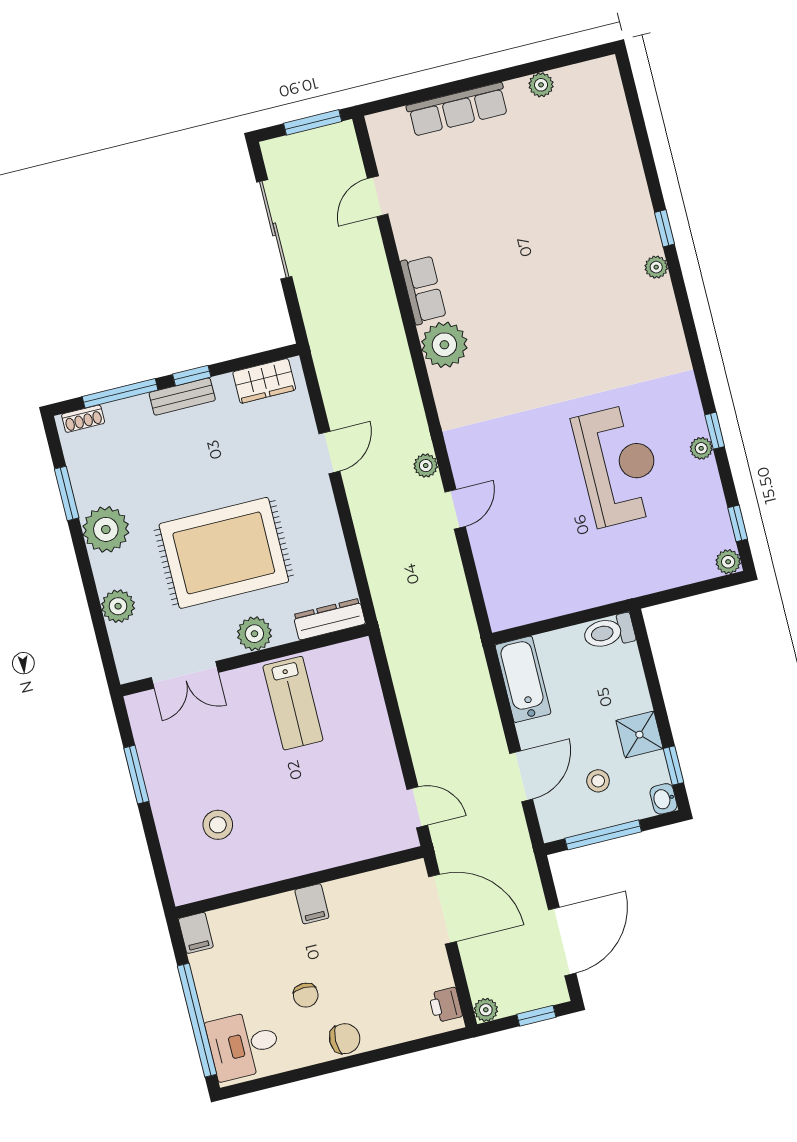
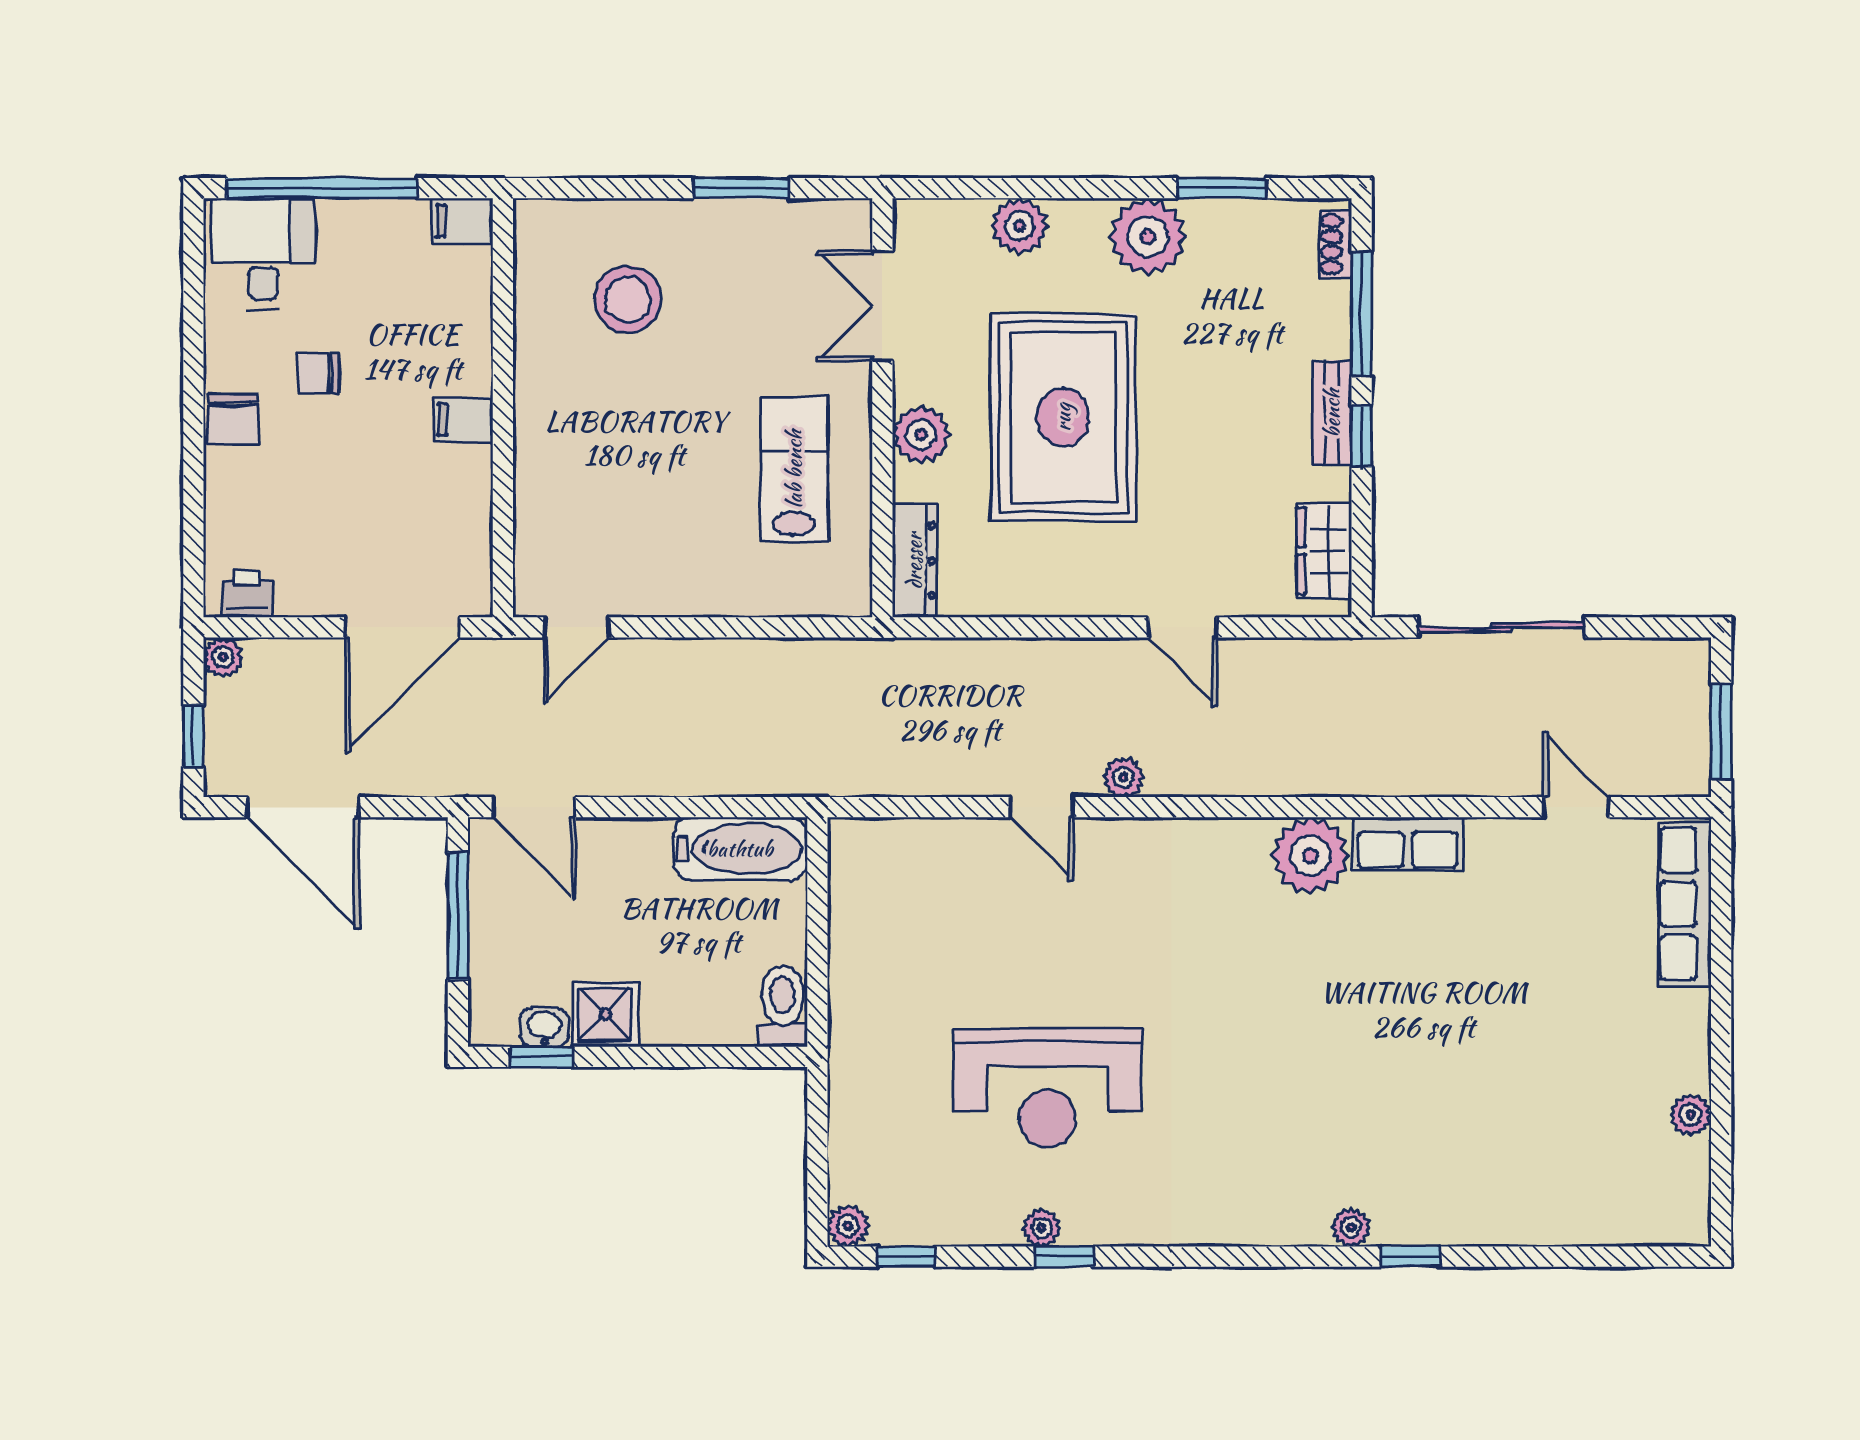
row of seats: (458, 109) -> (1684, 904), moved
sliding door: (274, 229) -> (1501, 627), moved
lab bench: (293, 703) -> (794, 469), turned 90
door: (521, 776) -> (534, 807), moved
stool: (598, 781) -> (547, 929), removed
washbasin: (664, 799) -> (545, 1027), moved
stool: (218, 825) -> (628, 299), width x1.38, depth x1.38

